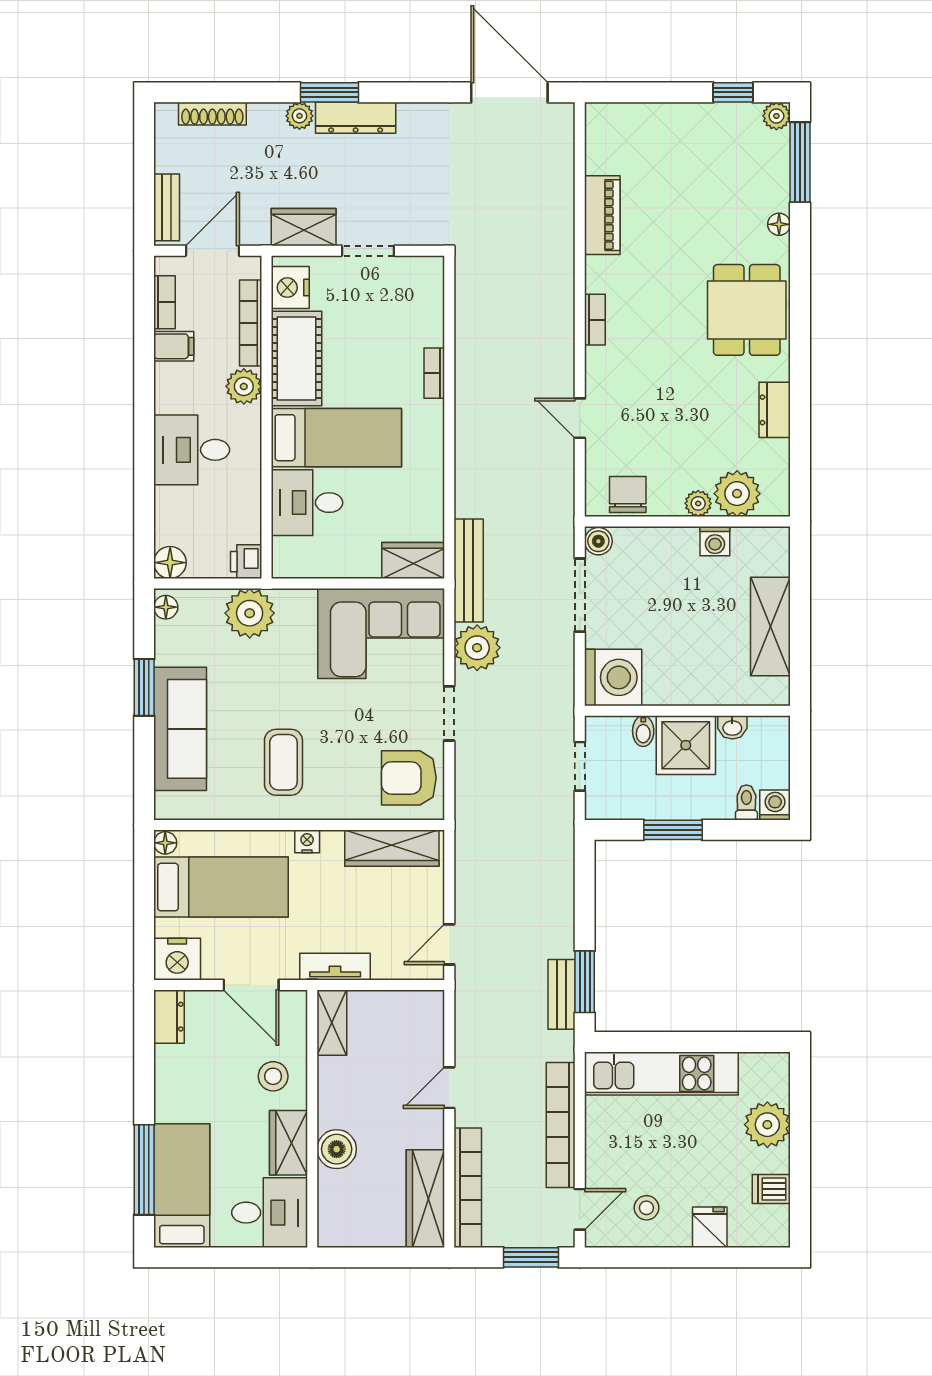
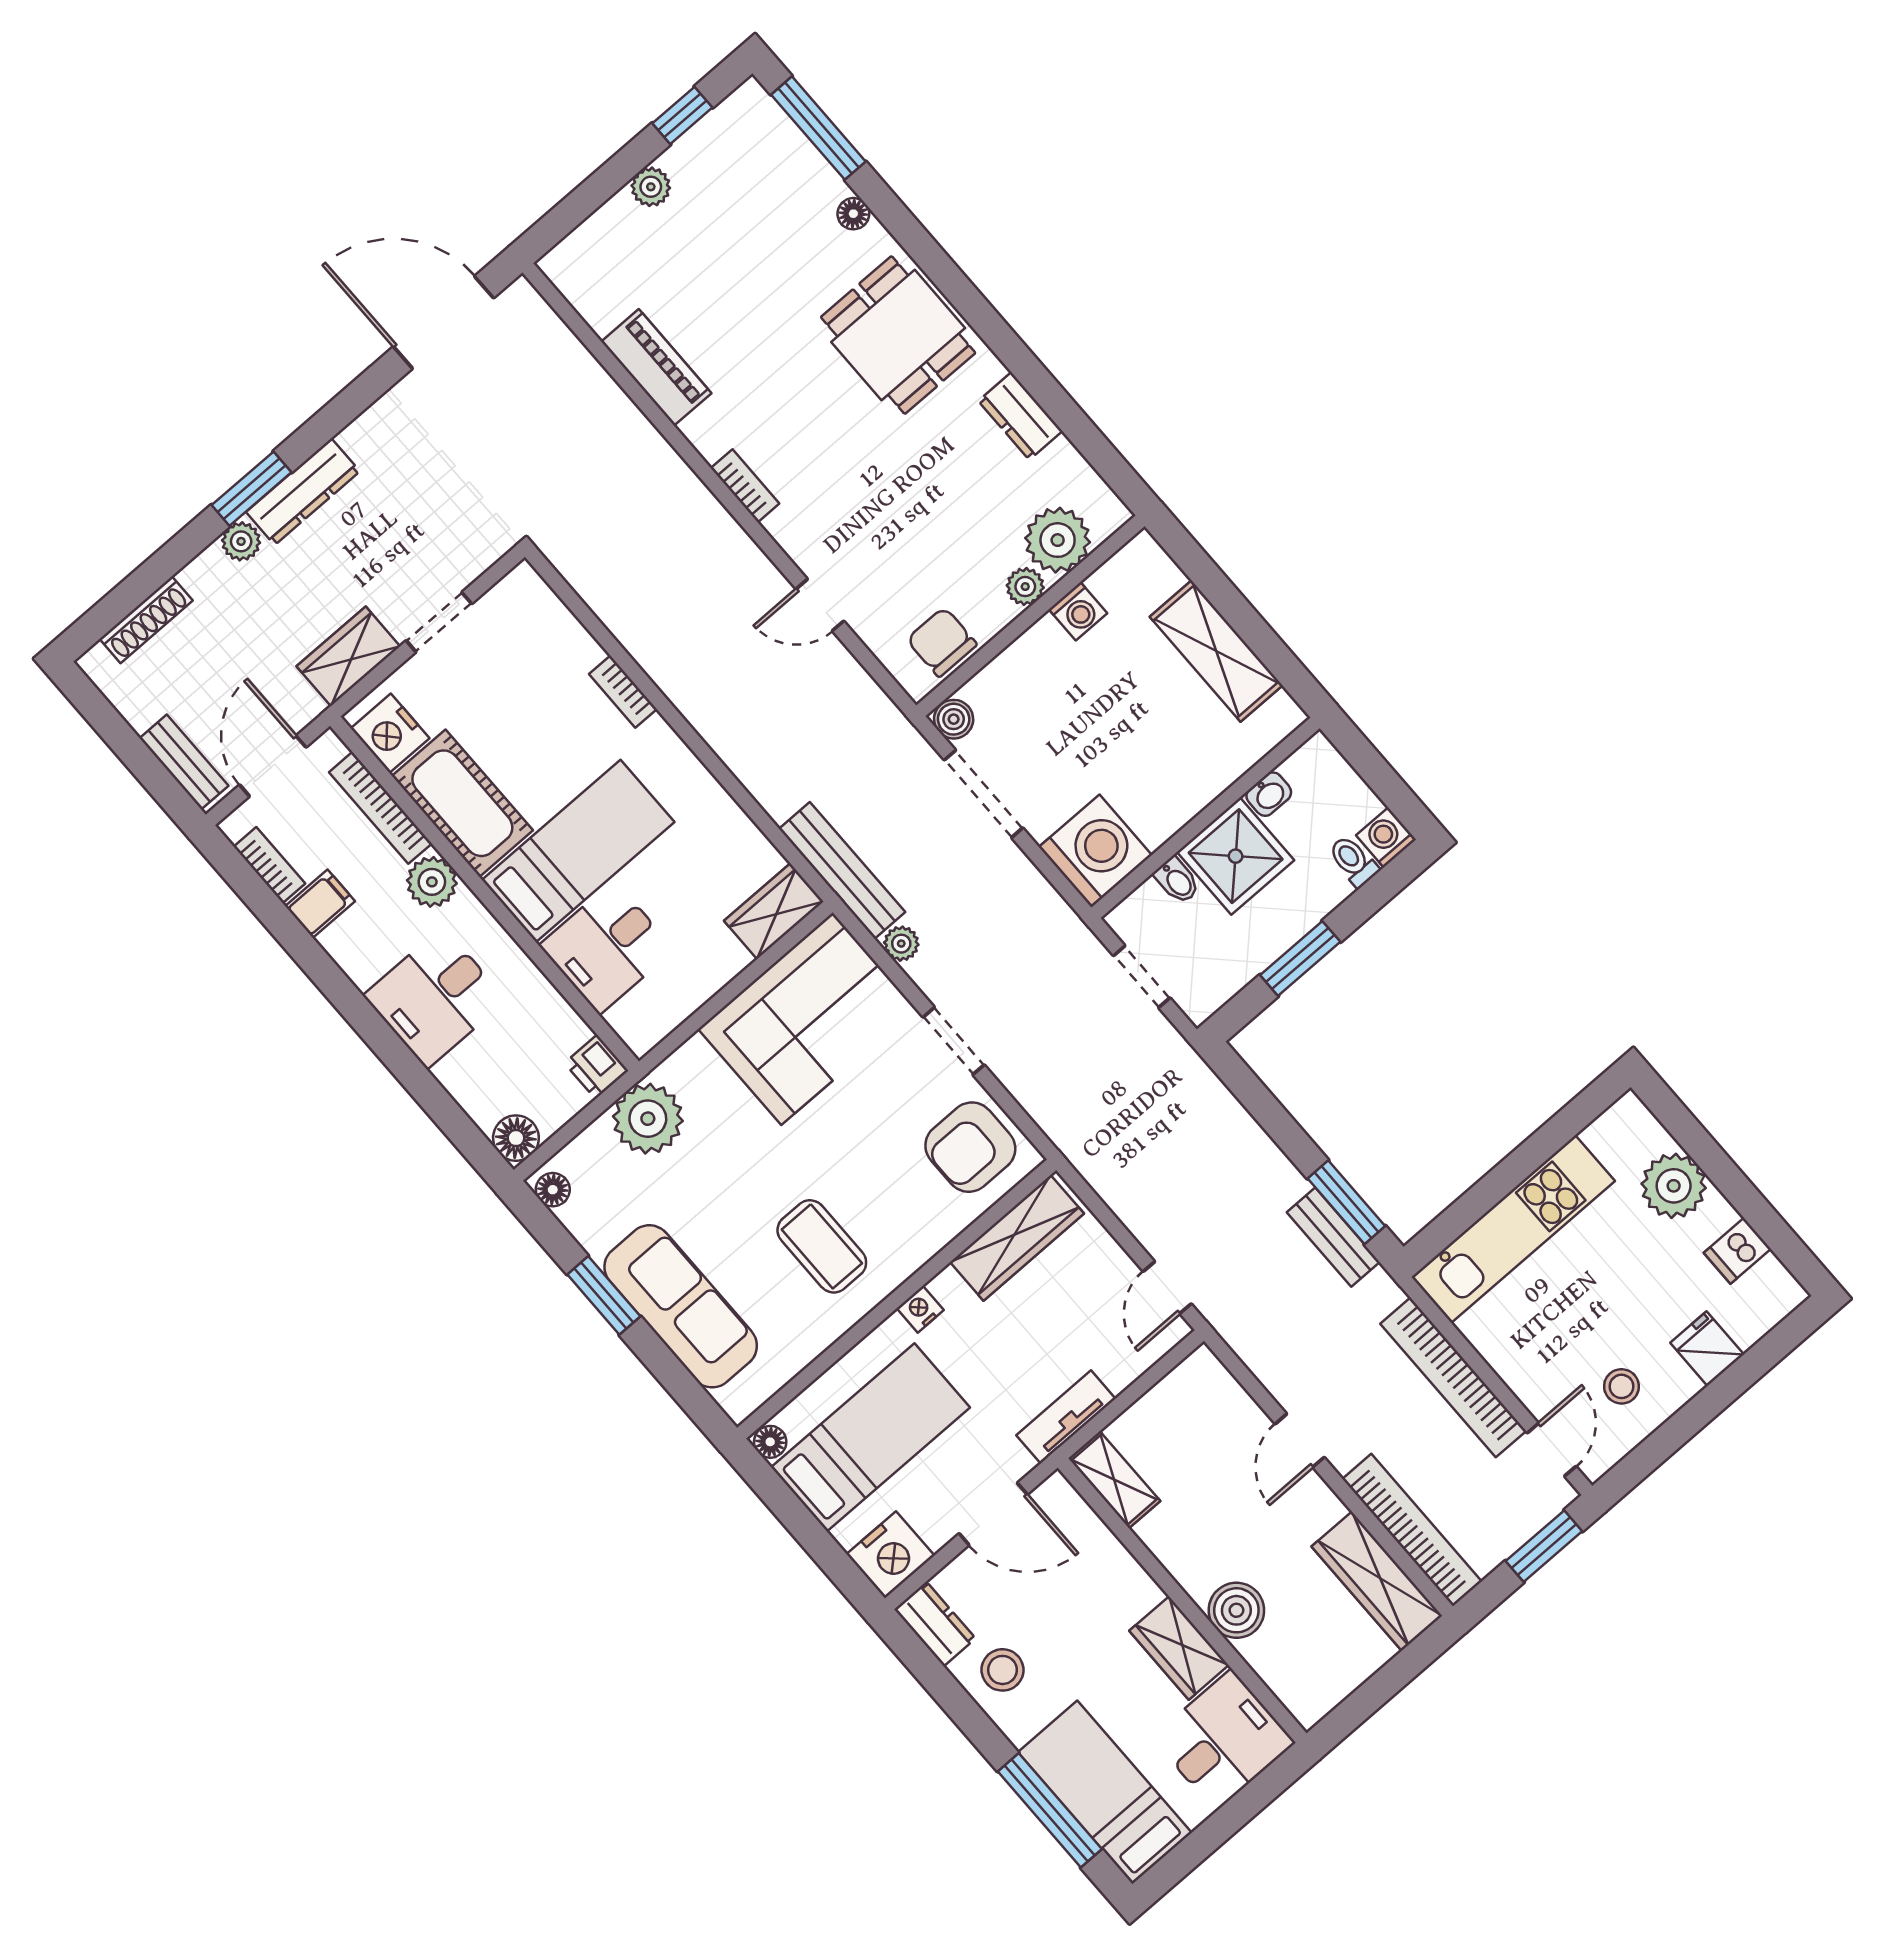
plant: (776, 116) -> (651, 187), moved
plant: (477, 648) -> (901, 944), width x0.53, depth x0.53
stool: (273, 1076) -> (1003, 1670), moved

